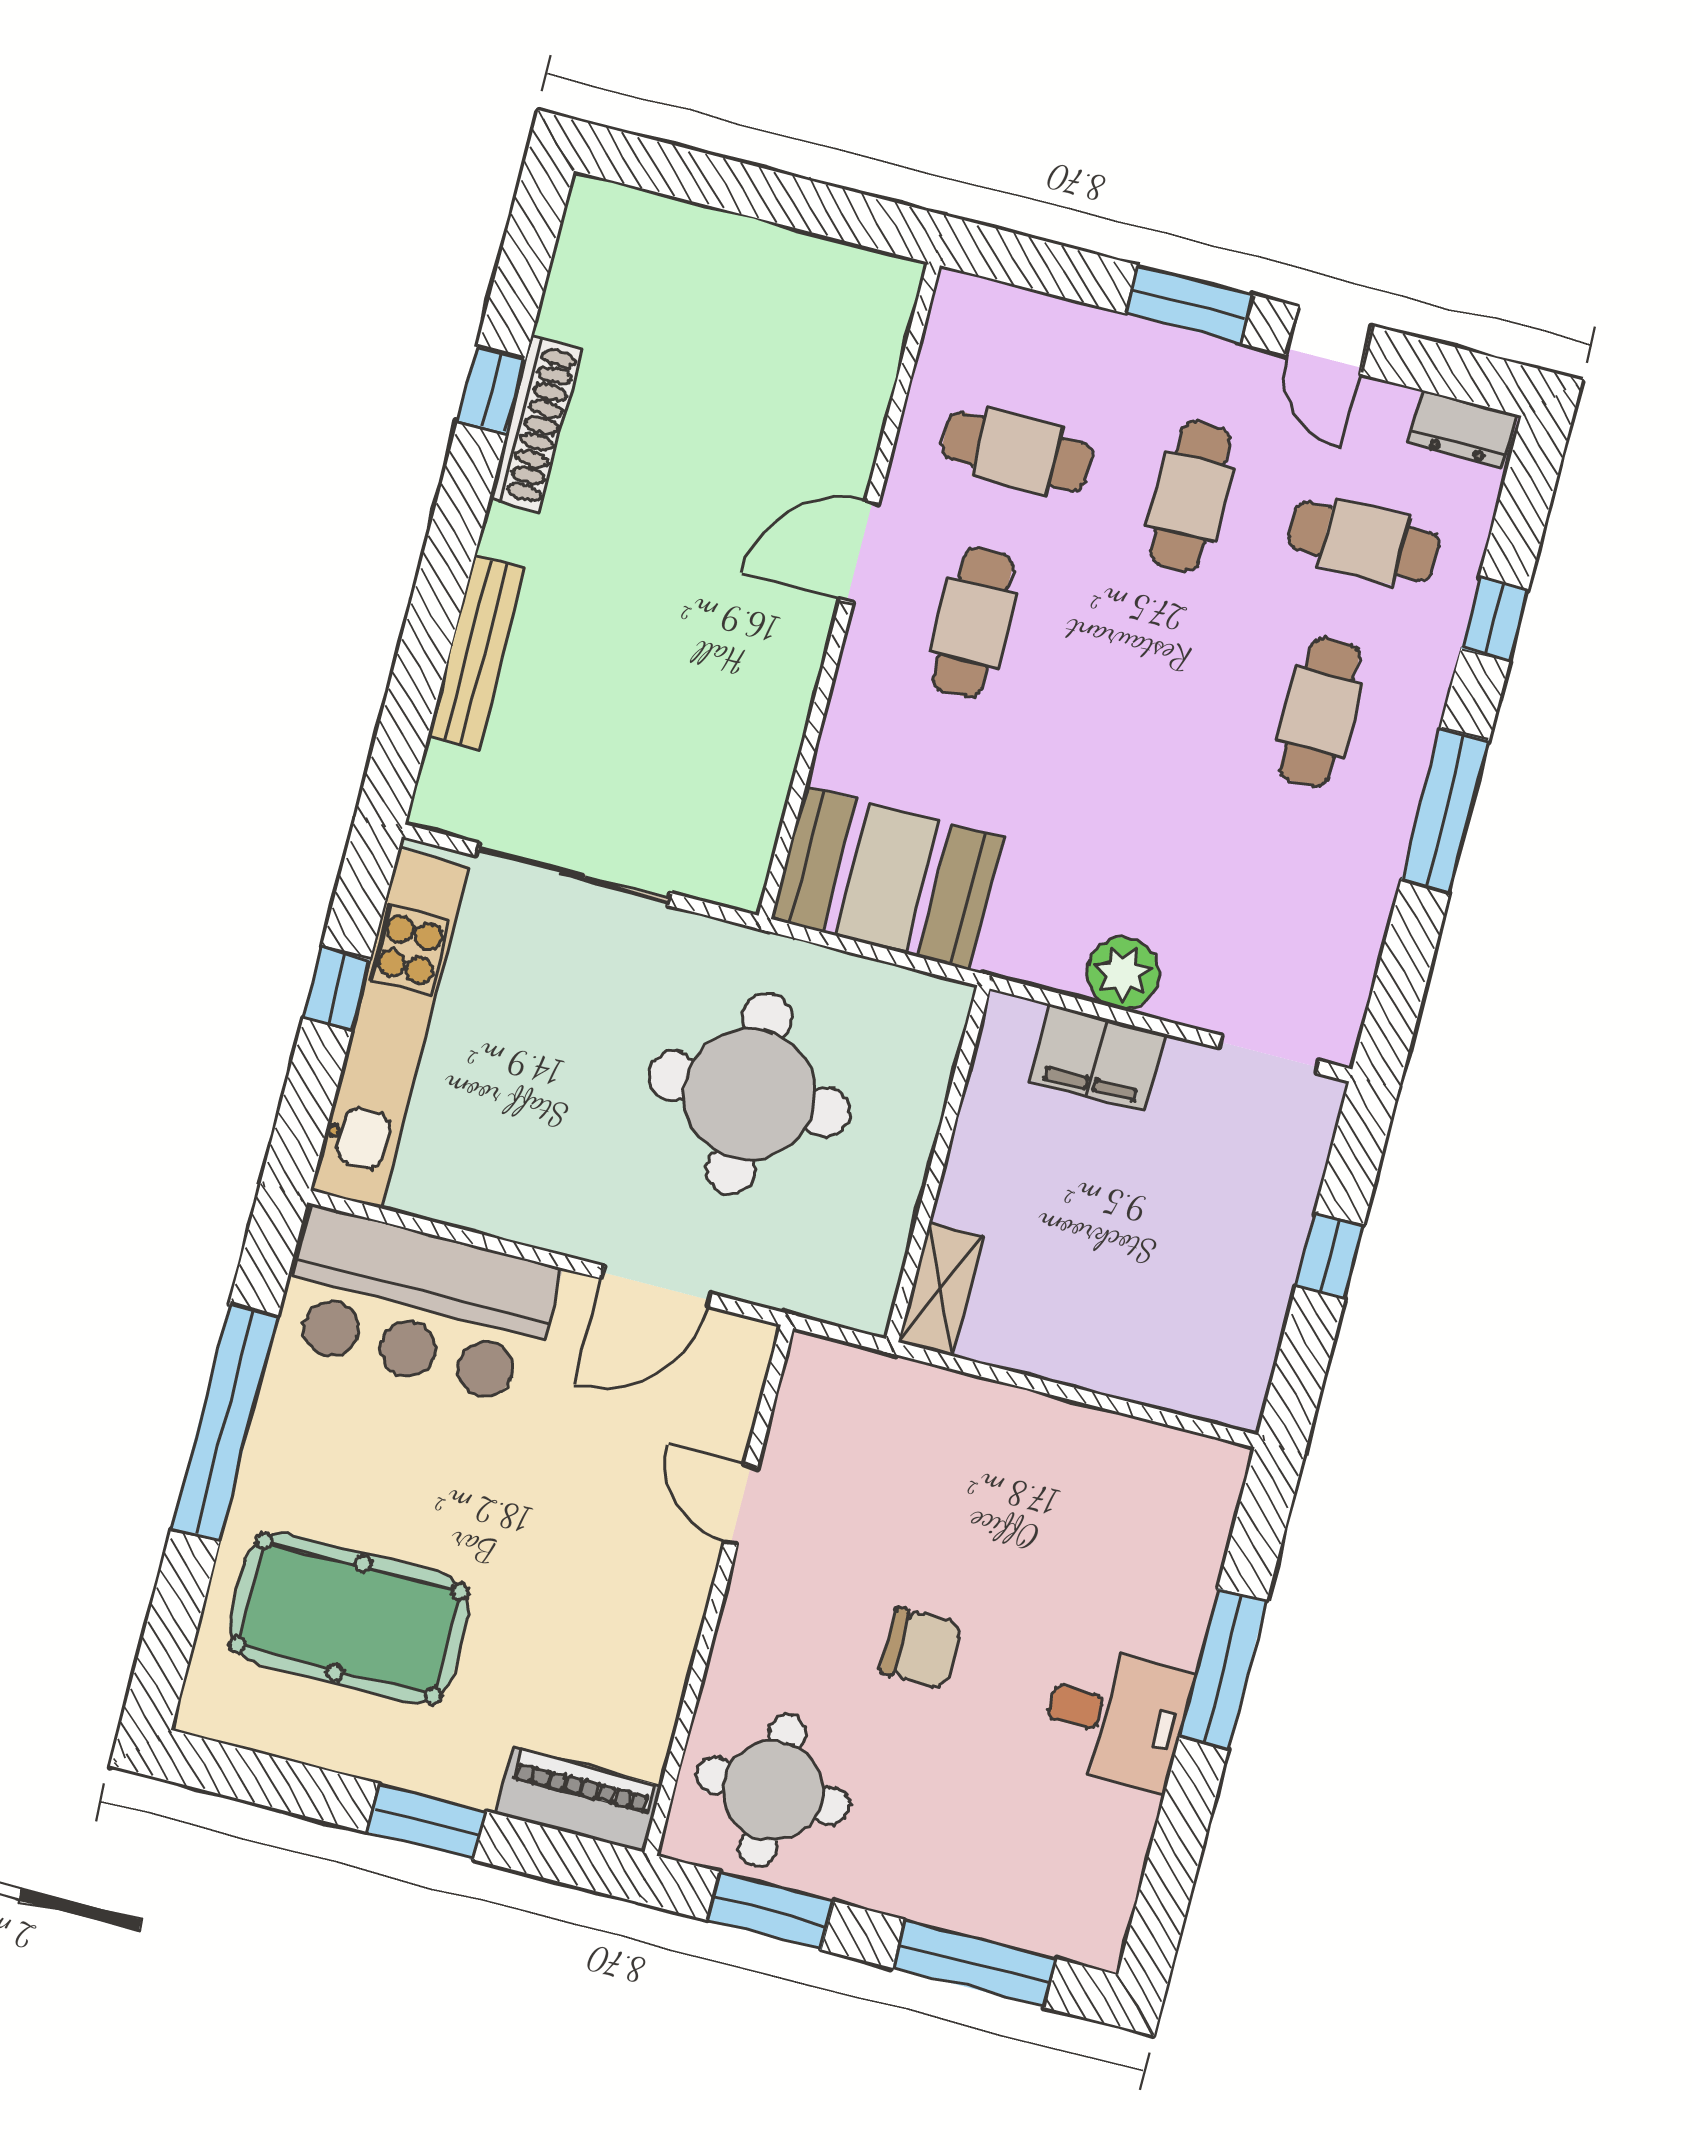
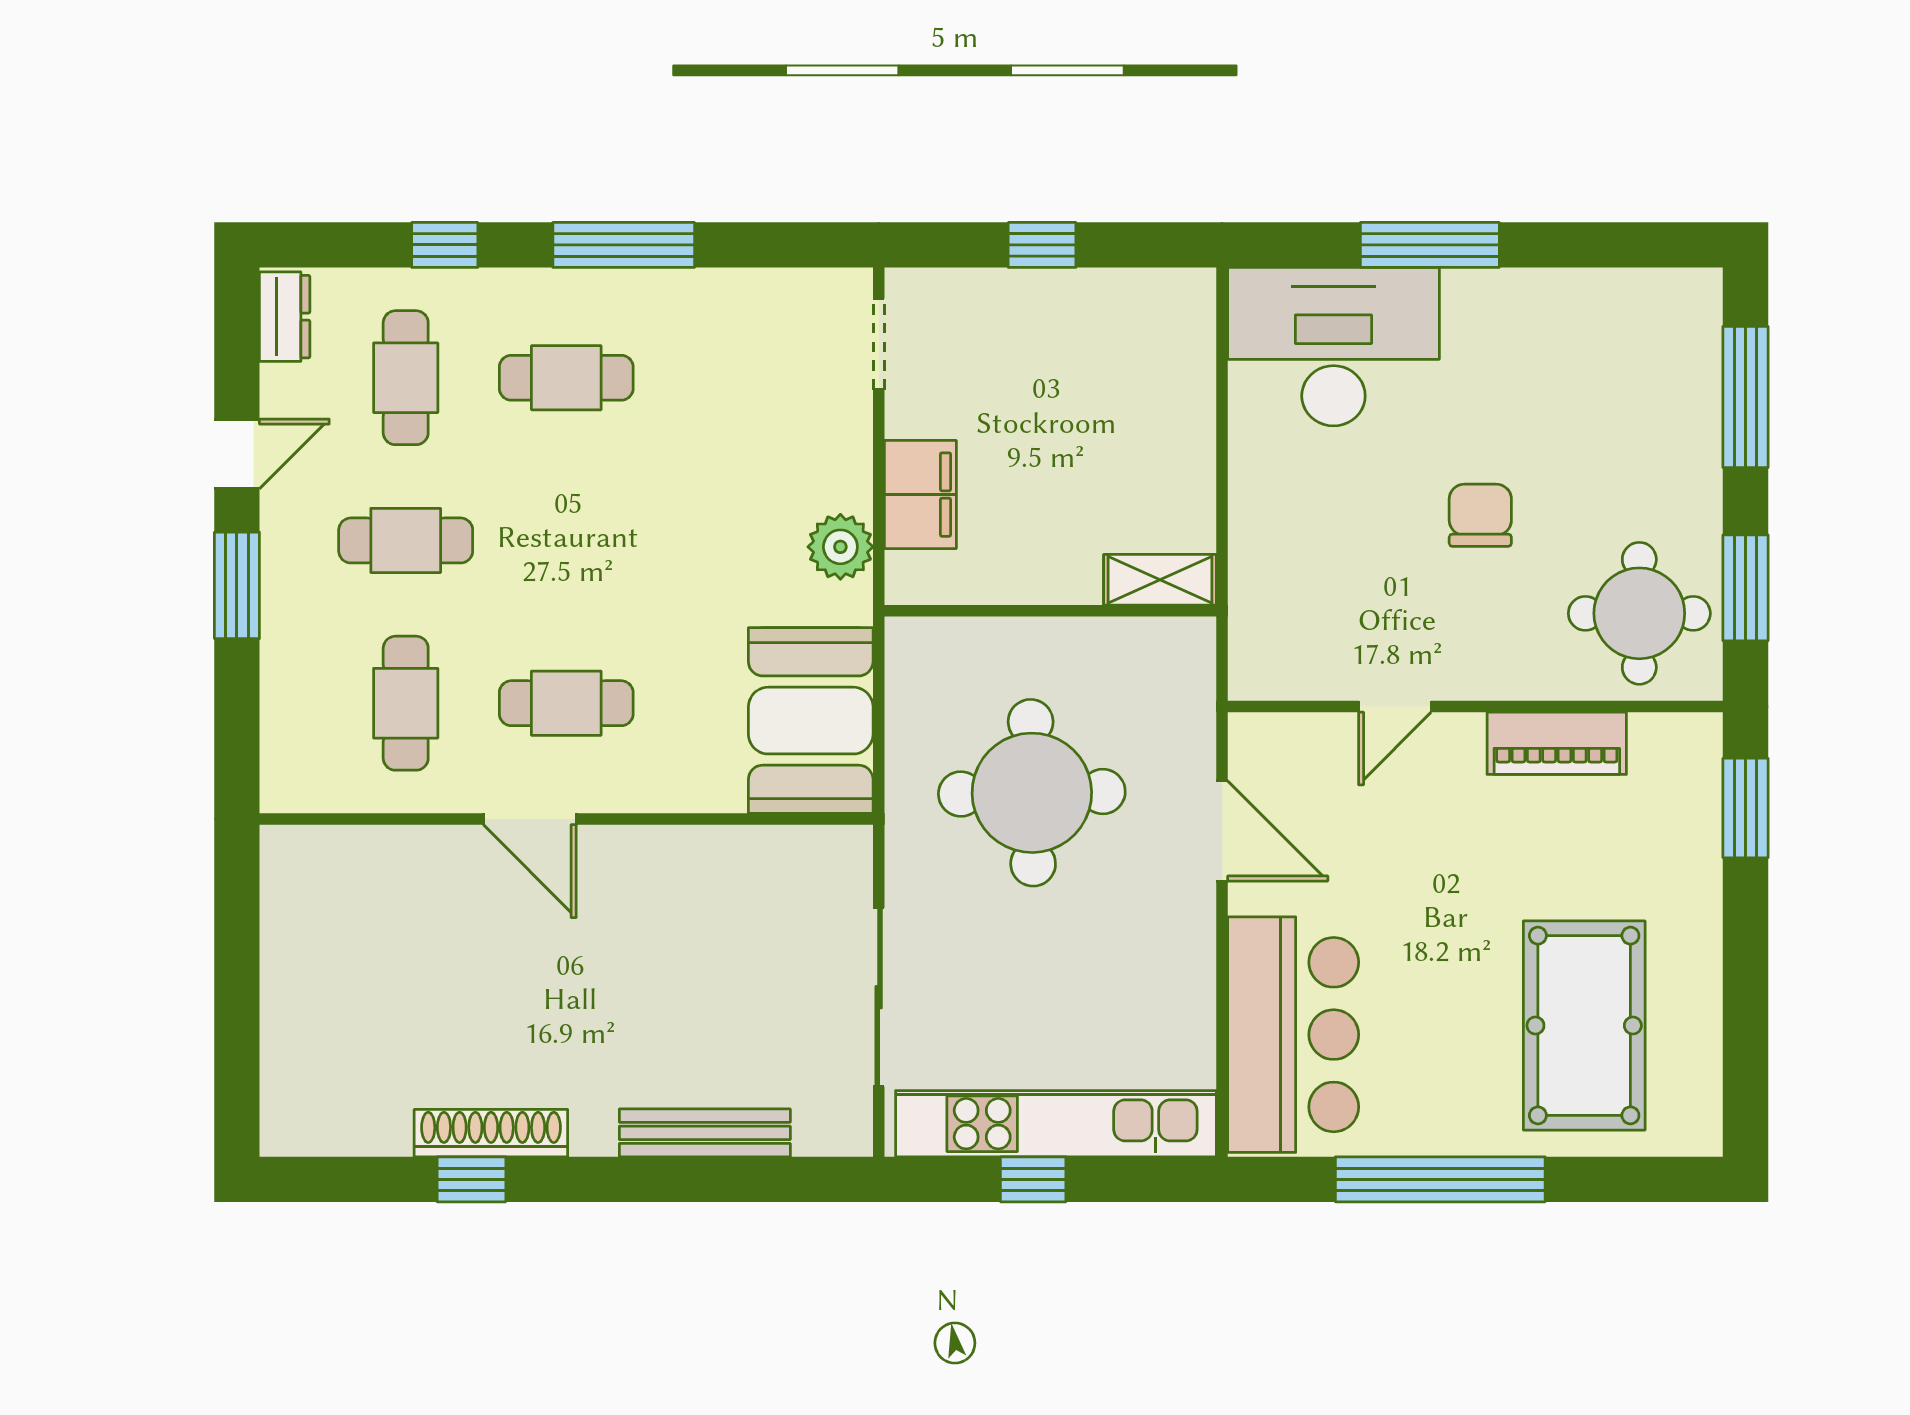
plant: (1123, 973) -> (840, 547), moved
desk: (1116, 1717) -> (1333, 347), moved, width x1.87, depth x1.30
piano: (579, 1800) -> (1557, 743), moved, turned -90
window: (426, 1822) -> (1746, 808), moved

